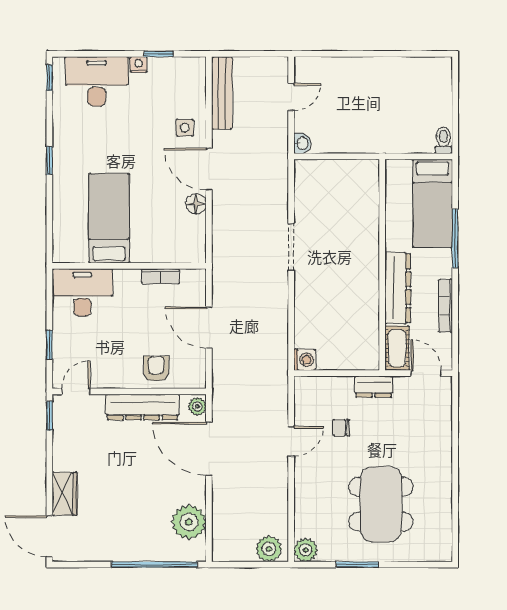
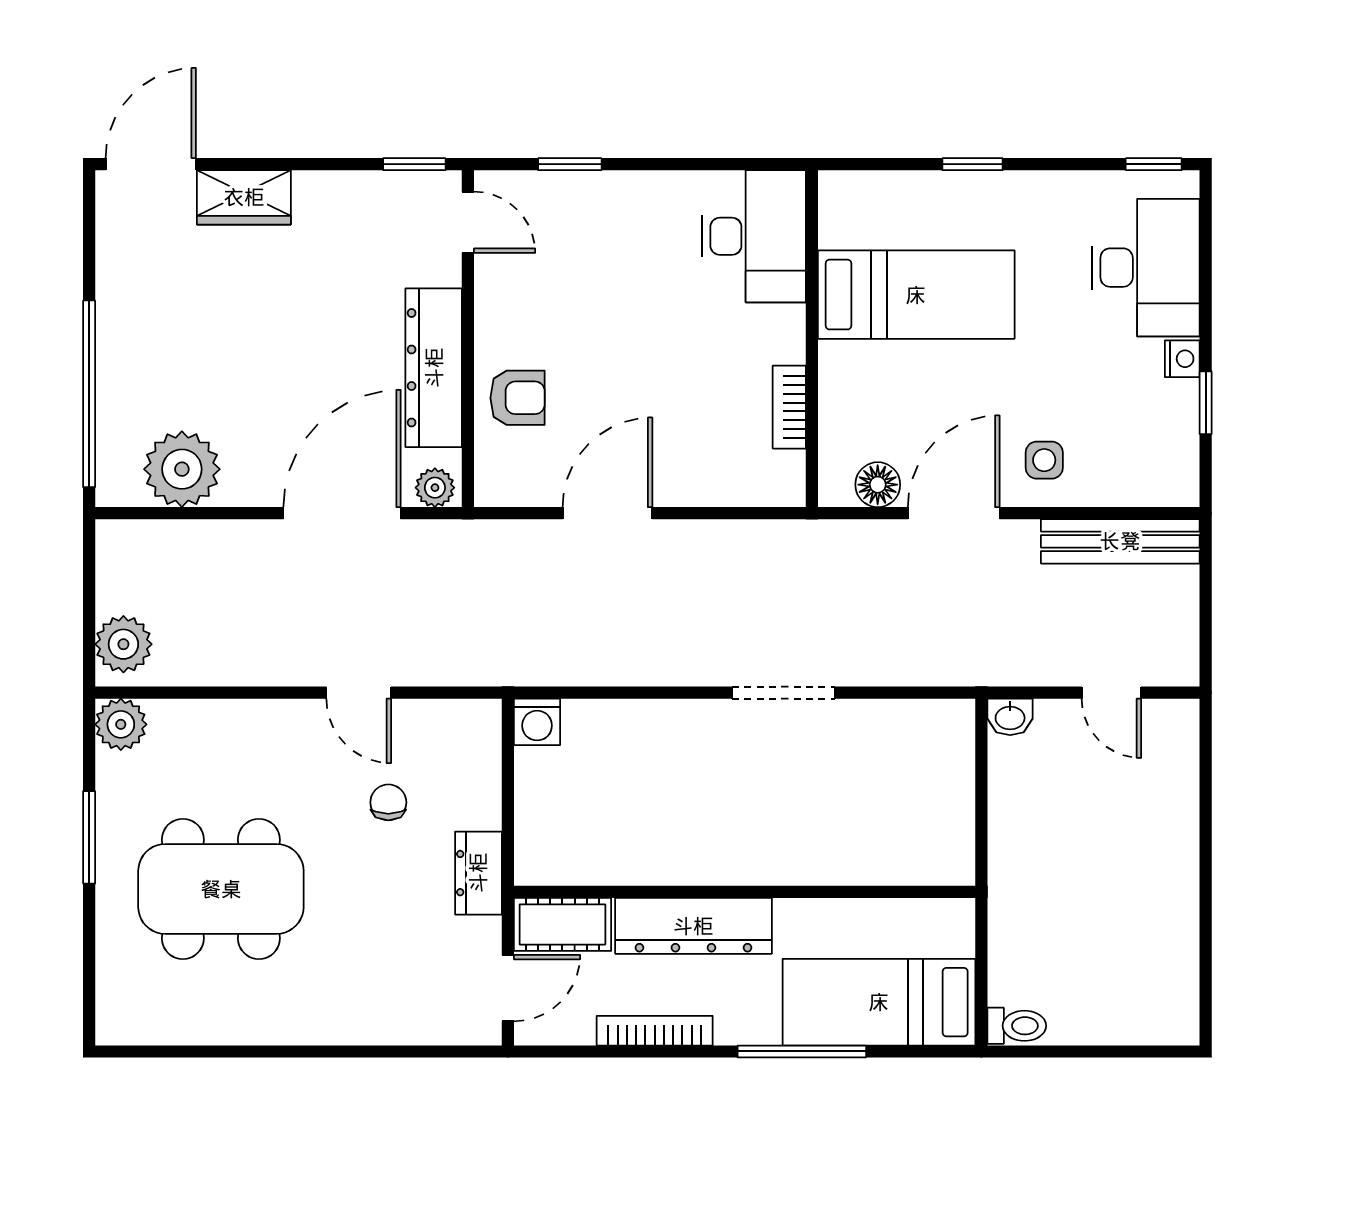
bed: (109, 218) -> (916, 295), moved
wall: (129, 266) -> (812, 339), moved
bookcase: (160, 276) -> (789, 407), moved
desk: (82, 292) -> (754, 236), moved

